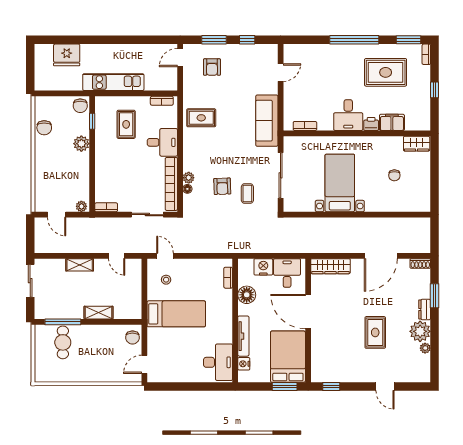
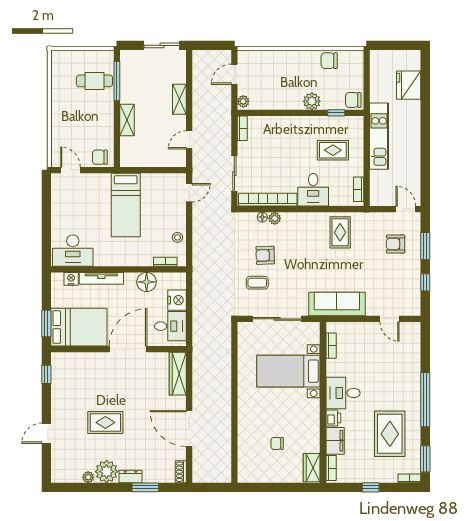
bookcase: (417, 126) -> (331, 468), added
bed with nightstands: (340, 183) -> (288, 371), moved, turned 180
stool: (166, 280) -> (177, 237), moved

